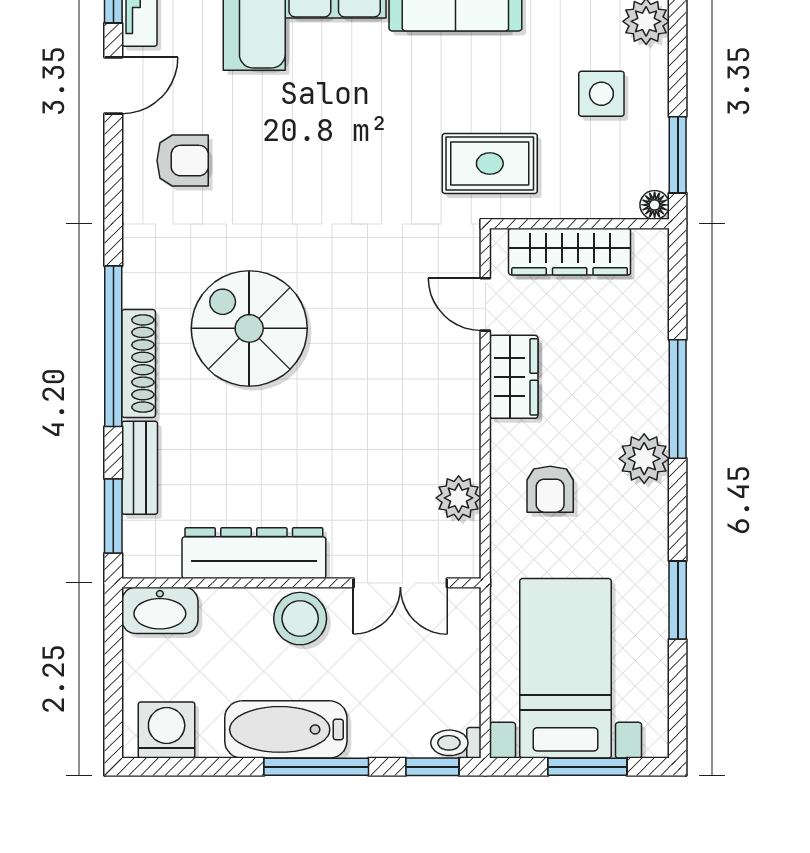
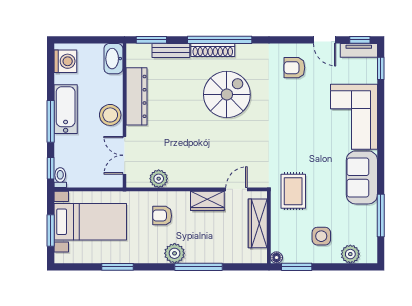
armchair: (183, 161) -> (294, 68), turned 90

